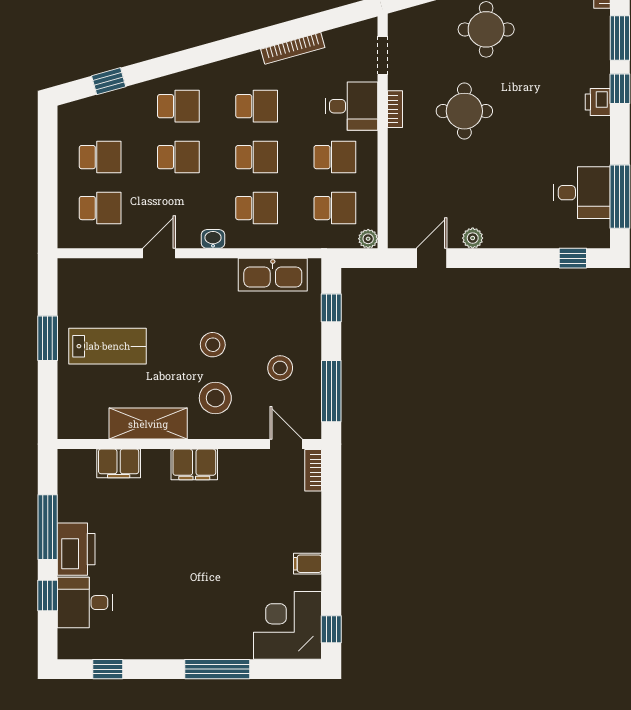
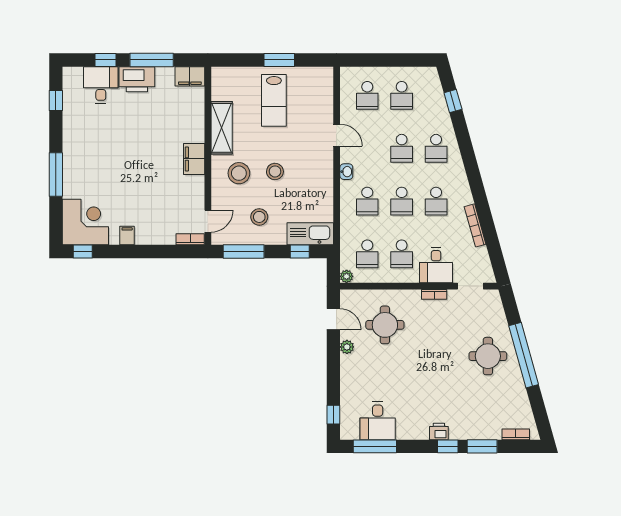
round table: (464, 111) -> (385, 325), moved
kitchen sink: (273, 275) -> (310, 234), moved, turned 90
filing cabinet: (119, 463) -> (190, 76), moved, turned -90

